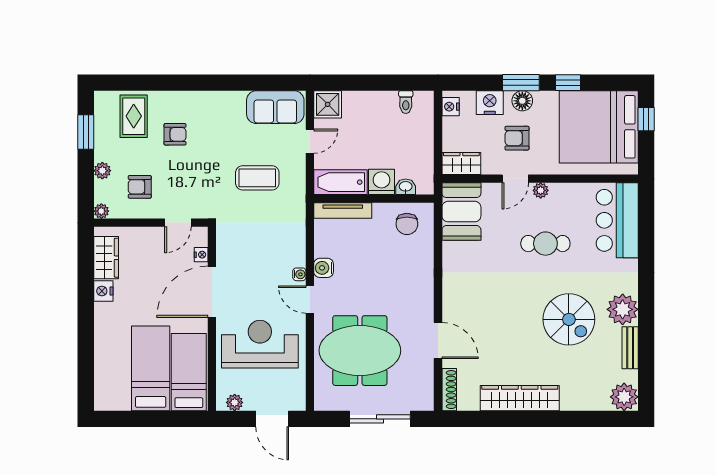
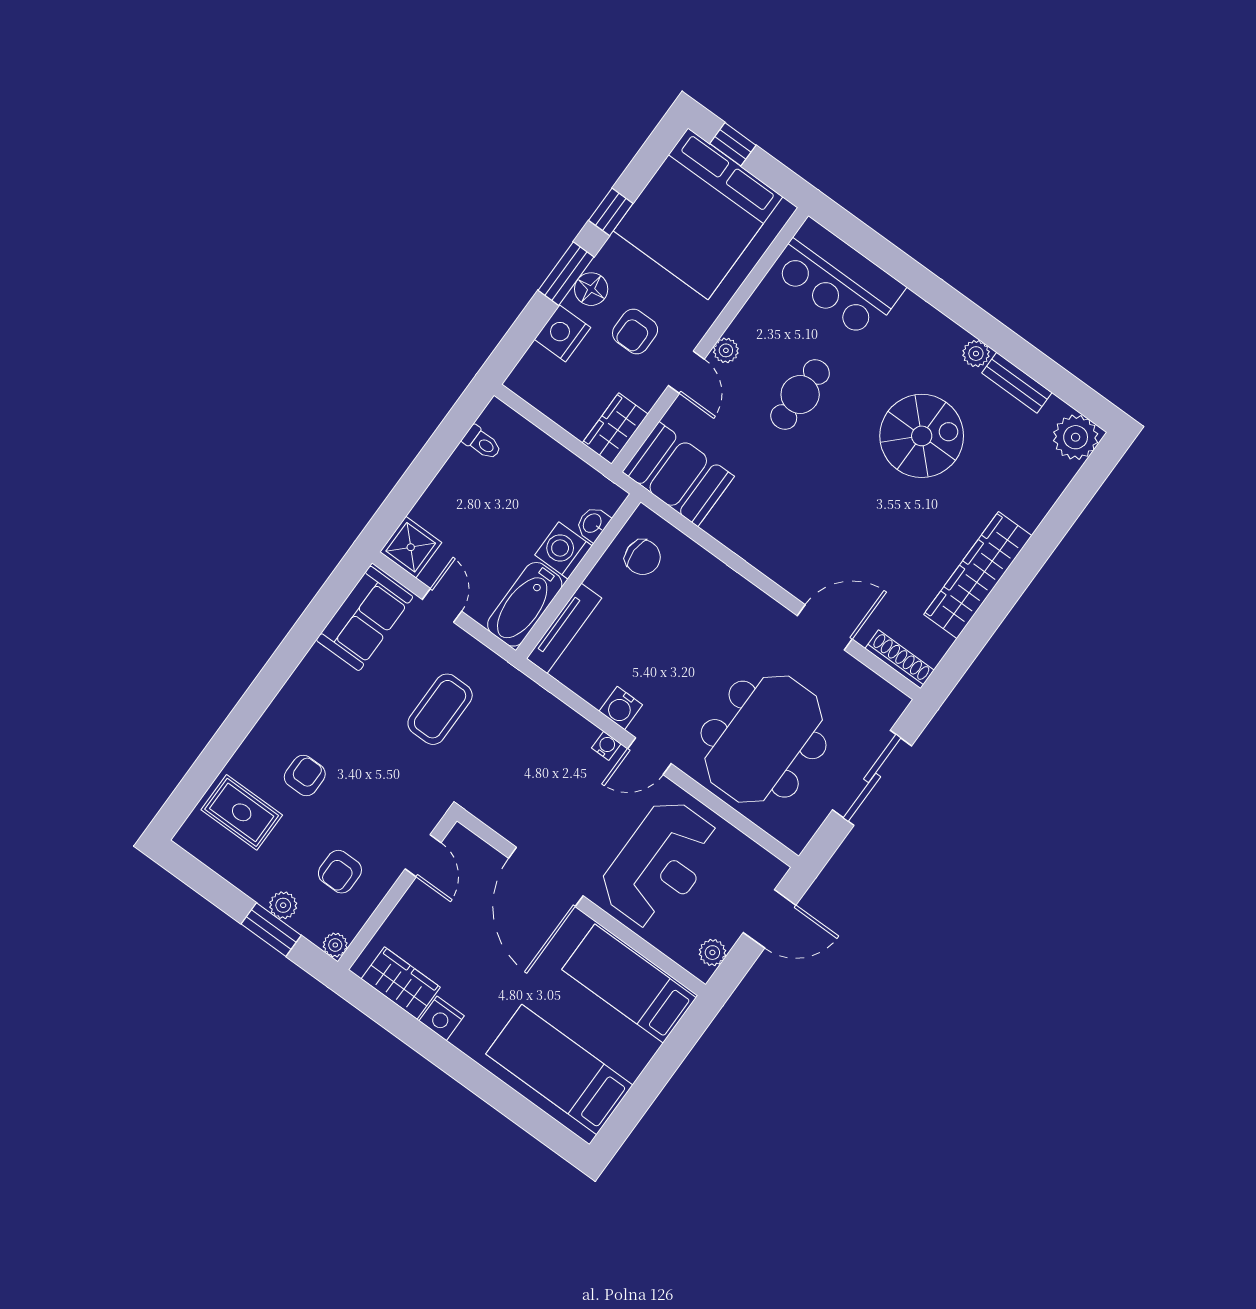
nightstand: (451, 107) -> (531, 388), removed
window: (86, 132) -> (271, 930), moved
nightstand: (201, 255) -> (487, 856), removed
plant: (623, 309) -> (976, 354), width x0.53, depth x0.53
reception desk: (260, 344) -> (660, 864), turned 180
bed: (151, 368) -> (559, 1070), moved

